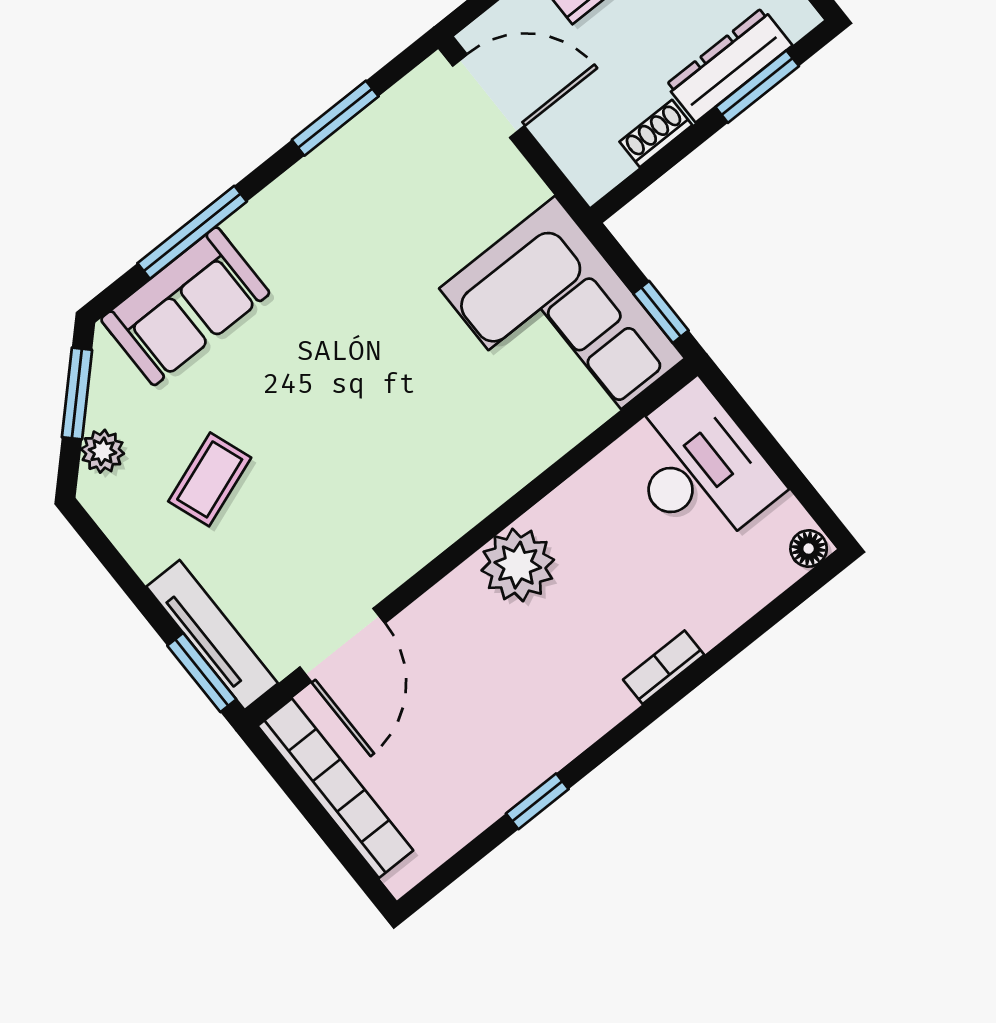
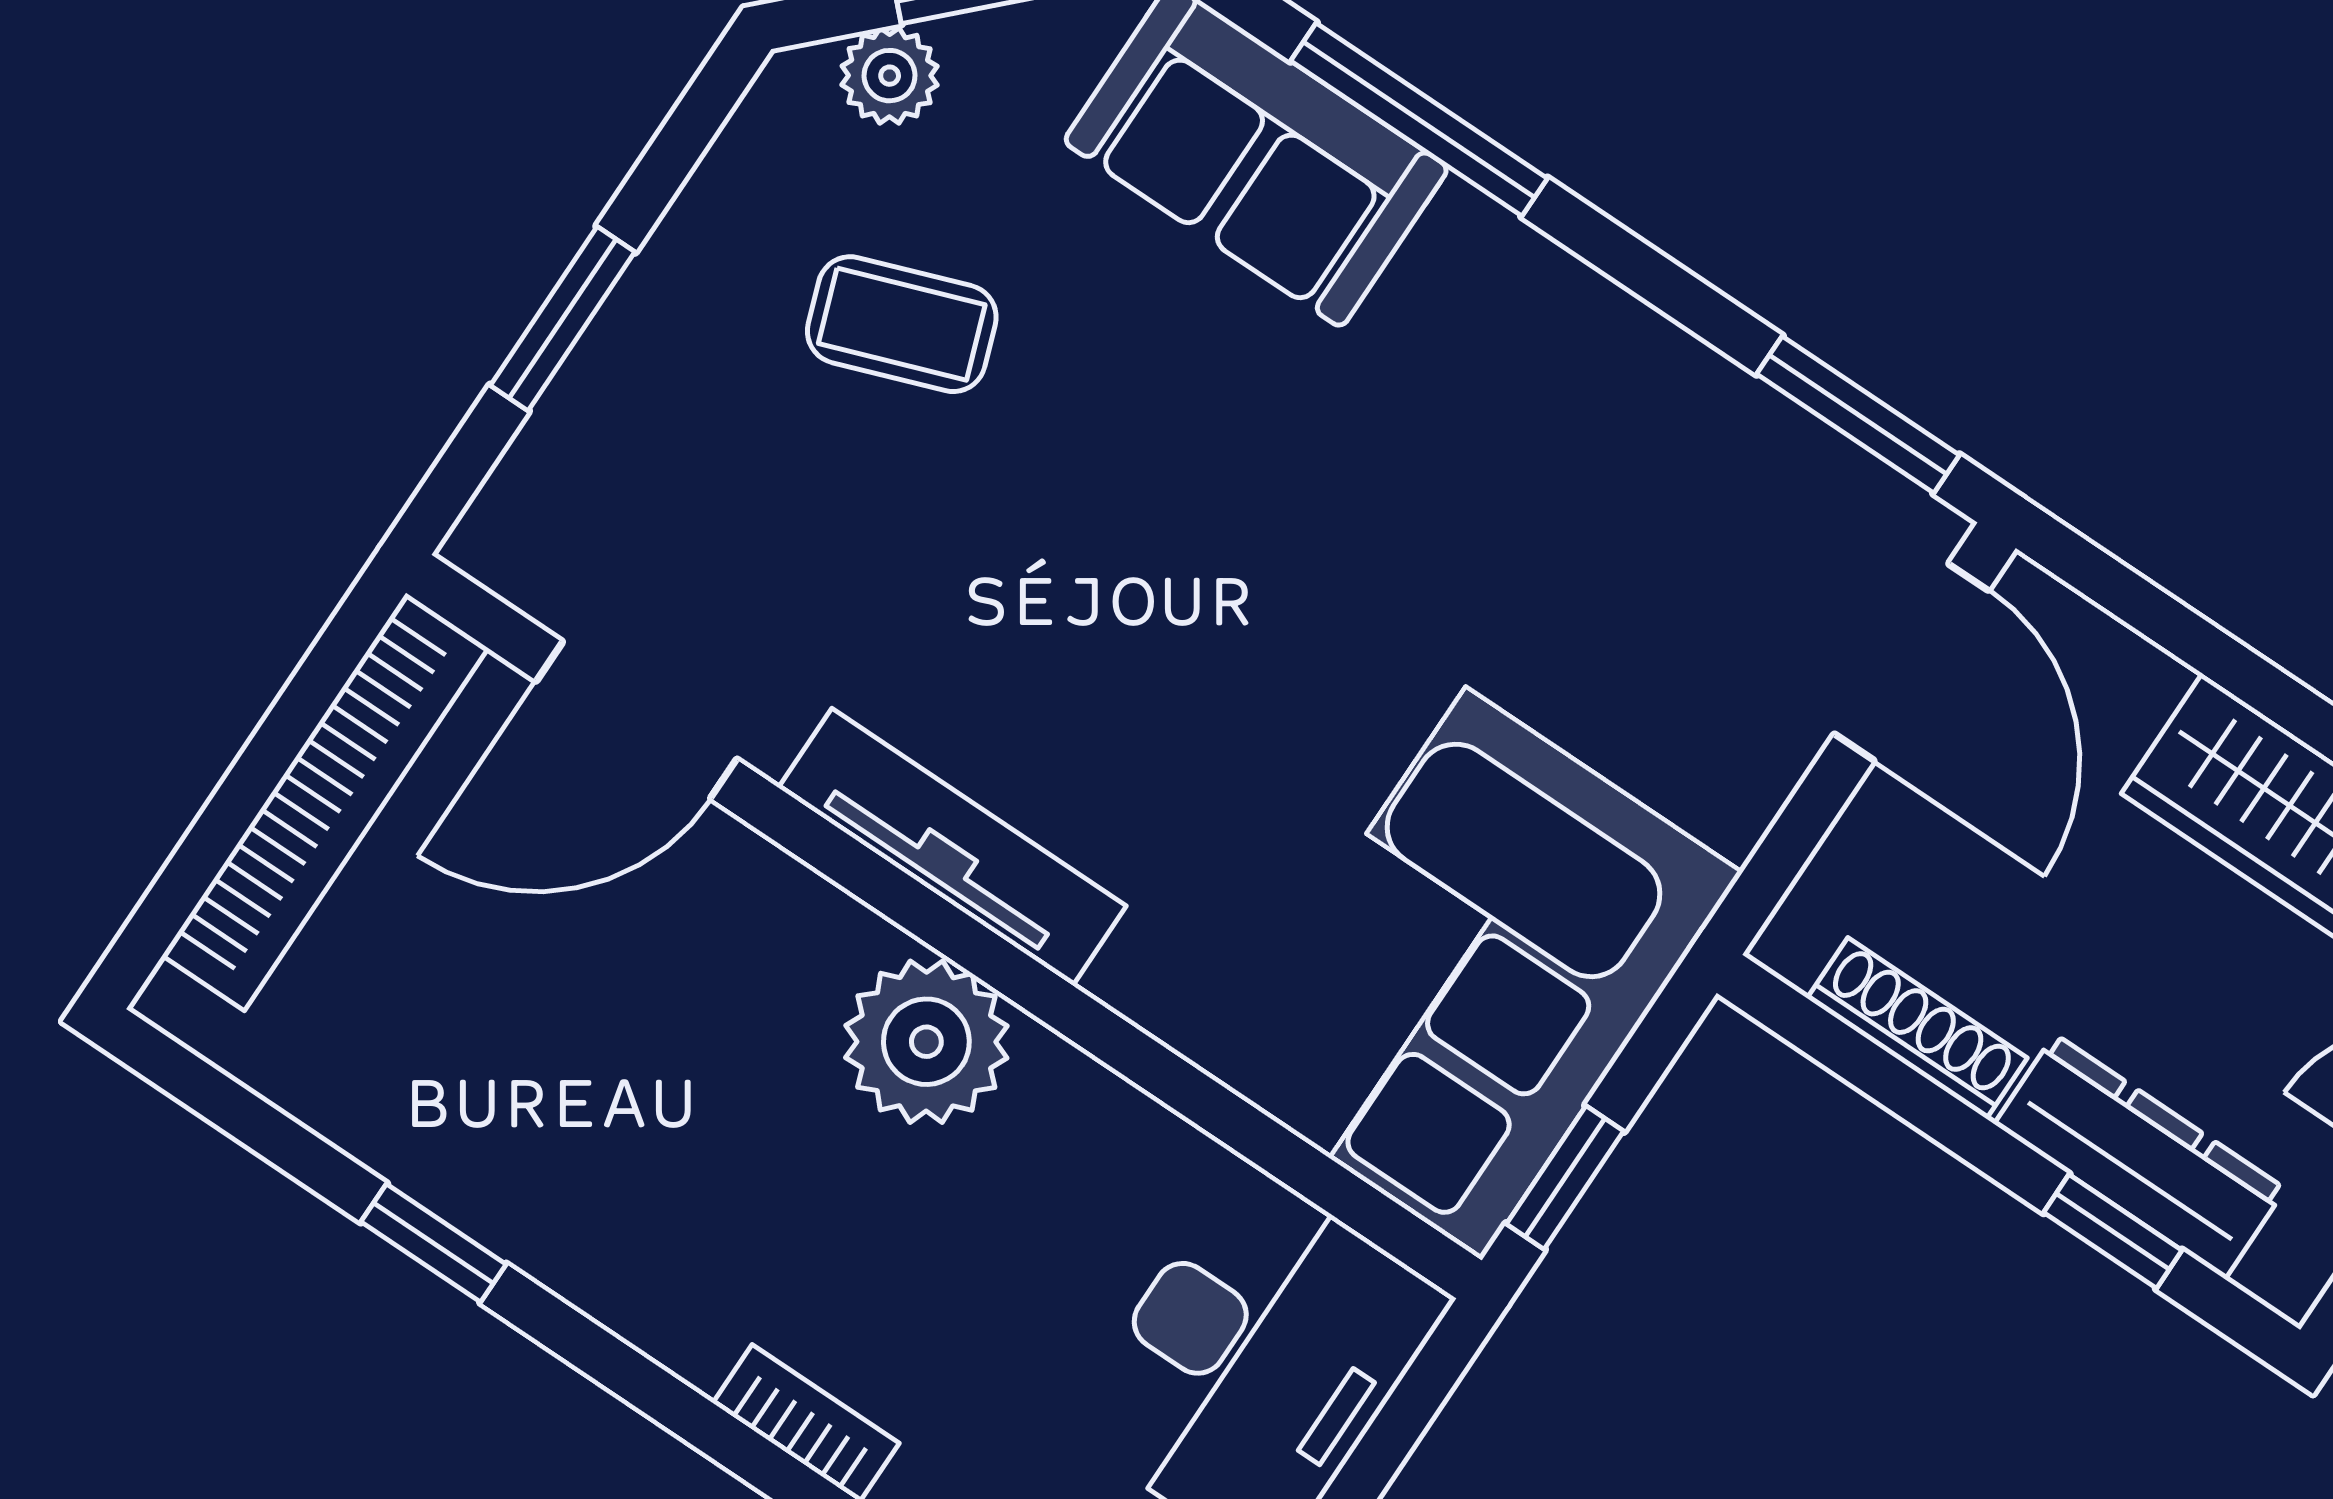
window: (757, 87) -> (2113, 1231), width x0.67
window: (335, 118) -> (1858, 415), moved
shoe rack: (656, 133) -> (1917, 1028), width x1.43
tv unit: (212, 635) -> (952, 847), moved, turned -90
window: (202, 673) -> (563, 319), moved

